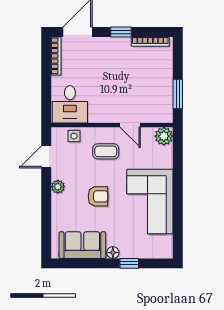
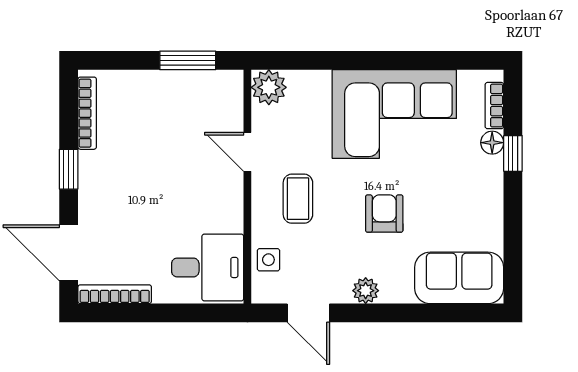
door: (130, 125) -> (247, 152), swing flipped
sofa: (82, 245) -> (459, 278), moved, turned 90
floor lamp: (113, 253) -> (492, 143), moved
bookcase: (154, 254) -> (494, 106), added

